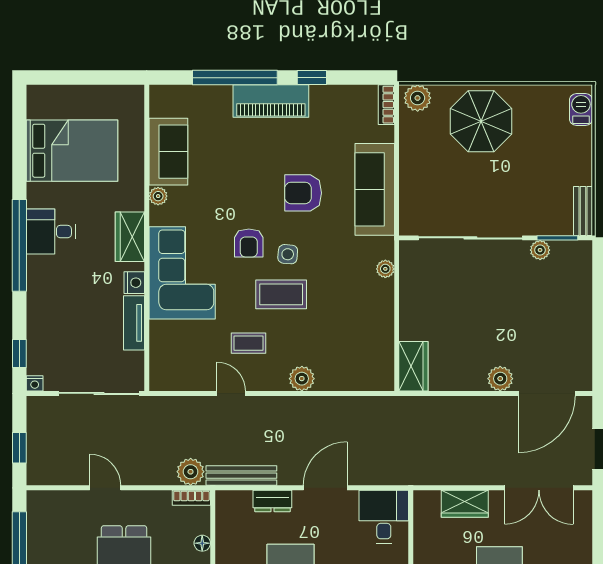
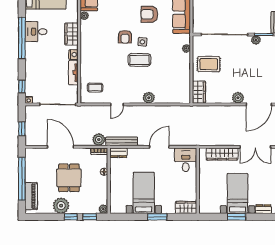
corner sofa: (182, 273) -> (95, 50), removed
rug: (435, 304) -> (209, 64), added
coffee table: (248, 343) -> (95, 88), moved
door: (231, 393) -> (117, 104), swing flipped
door: (105, 488) -> (60, 147), width x1.87
dresser: (272, 501) -> (118, 153), moved
wardrobe: (465, 504) -> (222, 154), width x1.50

